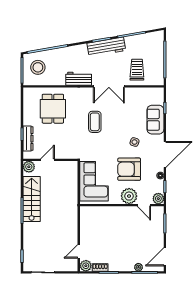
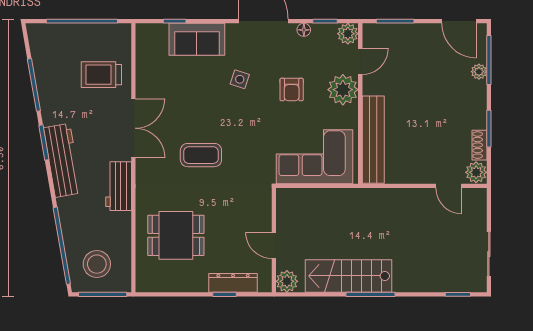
workbench: (106, 47) -> (63, 160), moved
armchair: (129, 169) -> (292, 89), width x0.53, depth x0.53
bench: (103, 212) -> (373, 140), added

